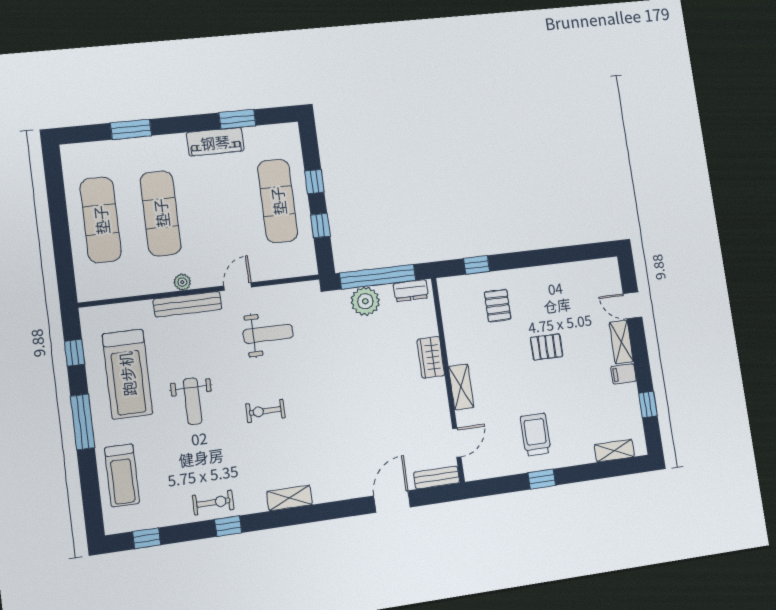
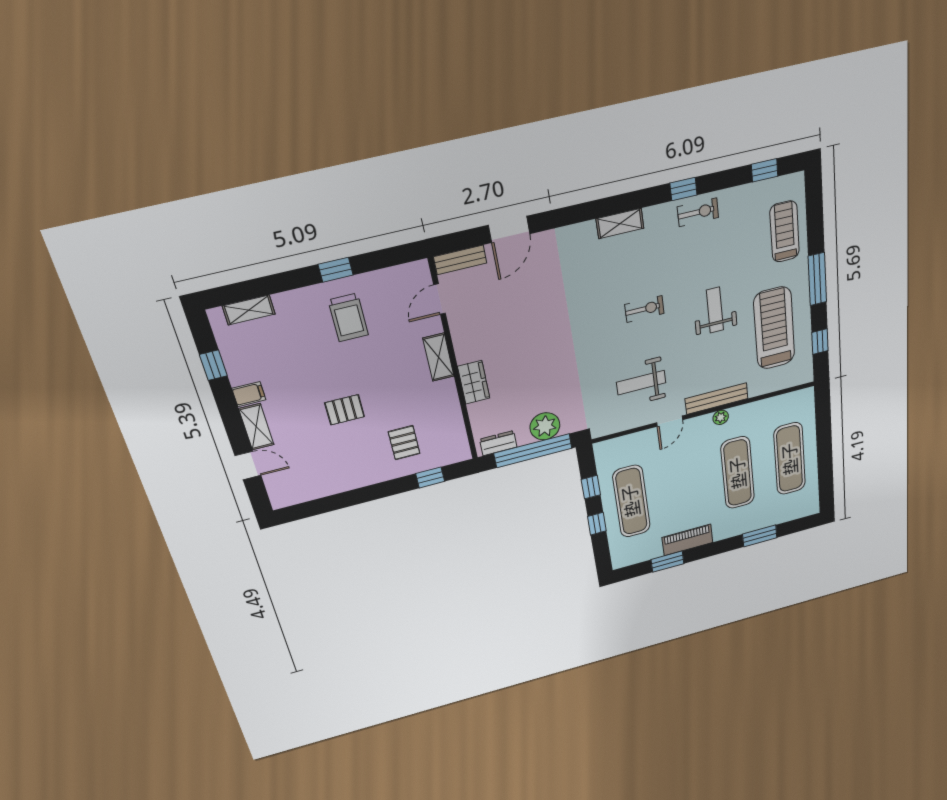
exercise bike: (213, 503) -> (698, 212), turned 180

